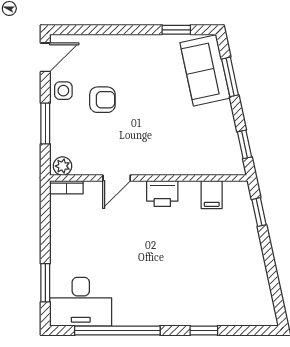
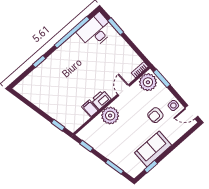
door: (45, 57) -> (191, 112), hinge flipped
sofa: (205, 70) -> (153, 149), moved, turned -78
window: (45, 123) -> (162, 78), moved
plant: (170, 158) -> (110, 116), added
plant: (62, 166) -> (148, 82), width x1.87, depth x1.87
filing cabinet: (212, 195) -> (90, 109), moved

